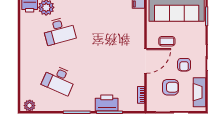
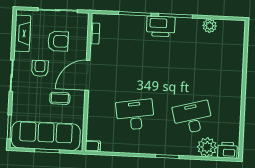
desk: (59, 80) -> (135, 115), moved, turned -33
armchair: (170, 87) -> (58, 41), turned 180
printer: (107, 103) -> (161, 26), moved
plant: (30, 106) -> (210, 26), moved

